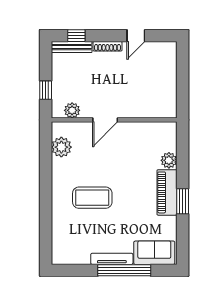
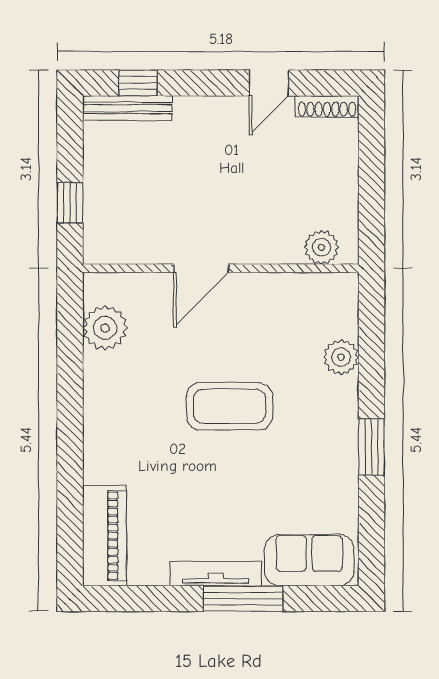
shoe rack: (107, 46) -> (327, 106), moved
plant: (72, 110) -> (321, 247), moved
piano: (167, 192) -> (105, 536), moved, turned 180
coffee table: (92, 198) -> (230, 406), moved
window: (124, 270) -> (243, 599), width x0.68

